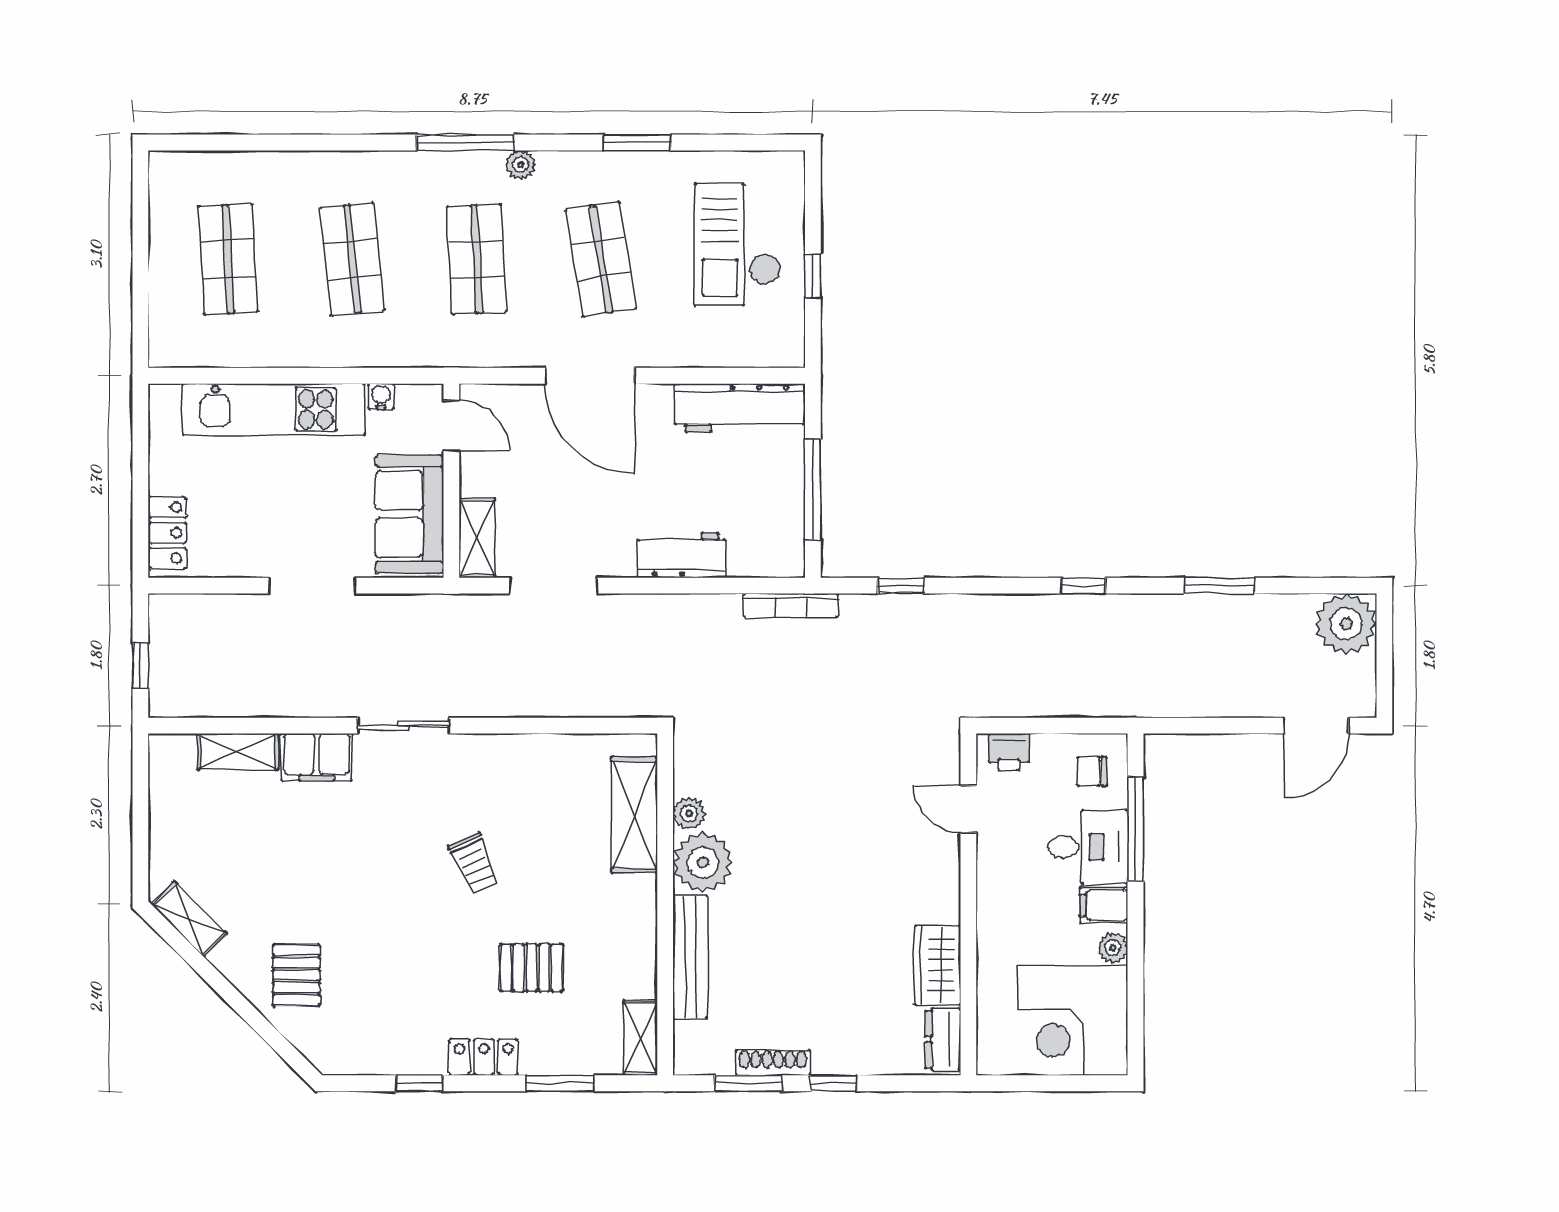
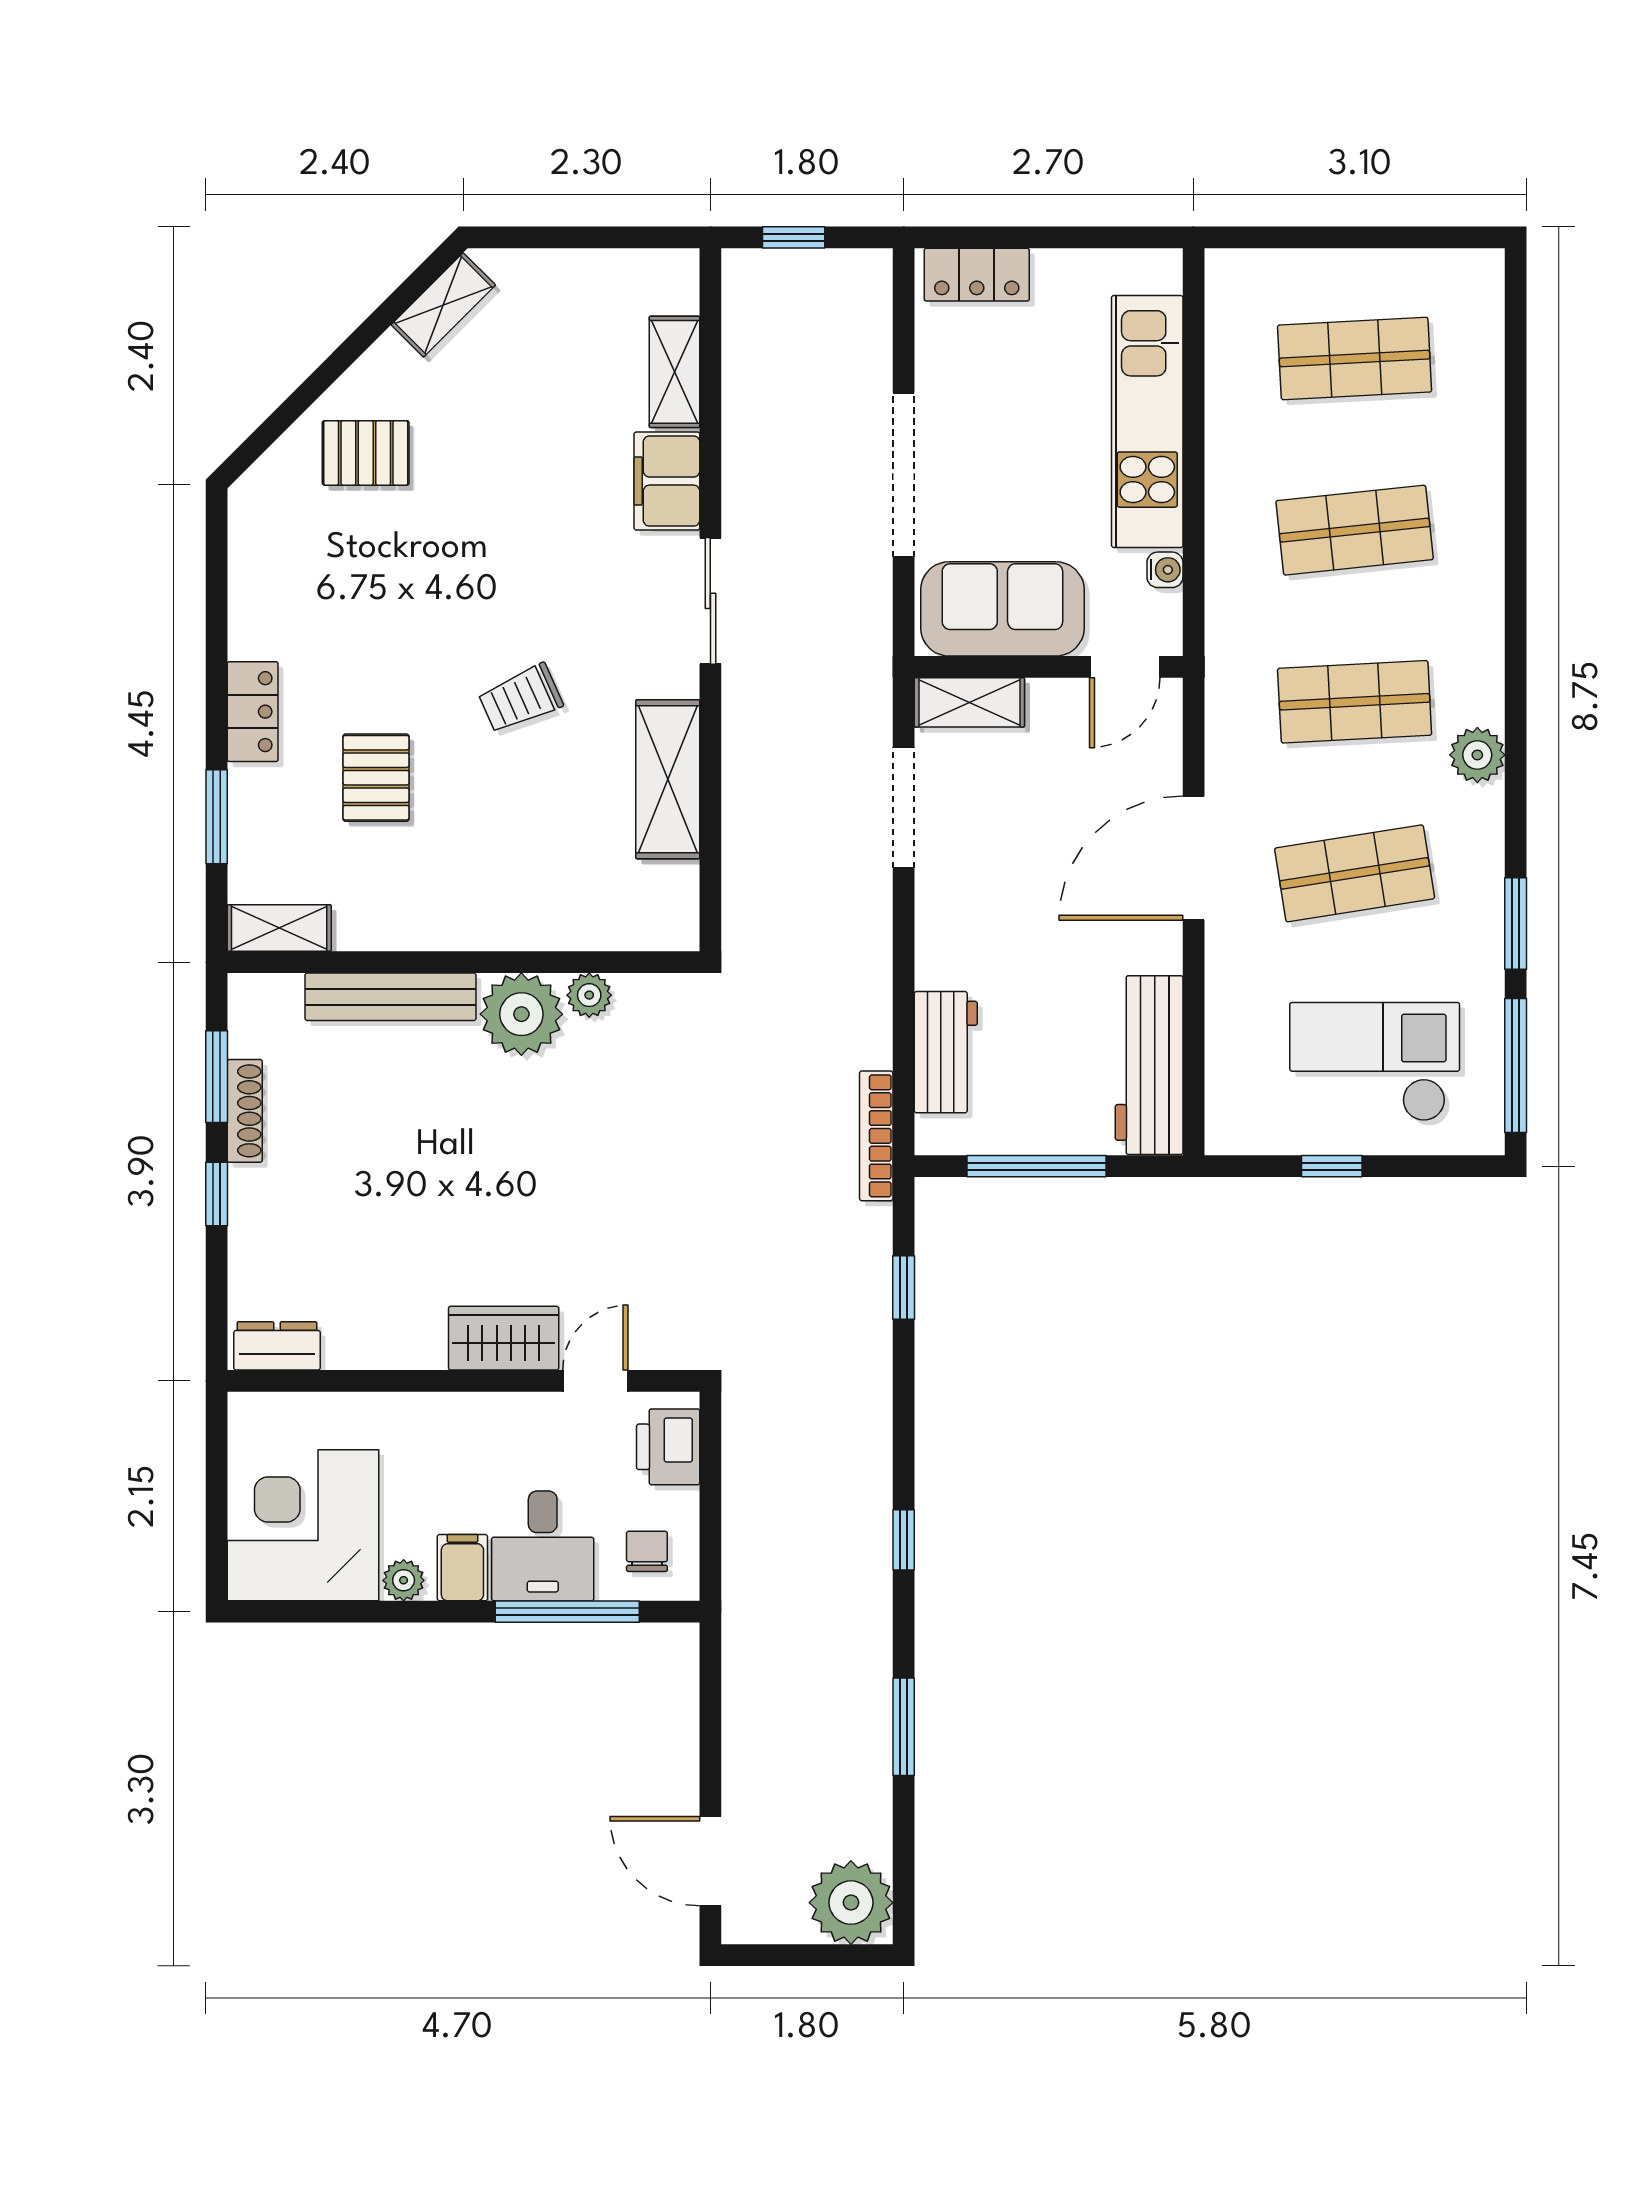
window: (465, 143) -> (1516, 1066), moved
plant: (521, 165) -> (1477, 755), width x1.38, depth x1.38
workbench: (682, 555) -> (946, 1052), moved
doorway: (312, 586) -> (904, 475), width x1.36
printer: (1009, 752) -> (668, 1447), width x1.36, depth x1.24
shelving: (634, 815) -> (668, 779), moved, turned 90
wardrobe: (937, 965) -> (504, 1338), moved
window: (420, 1083) -> (217, 623), removed

